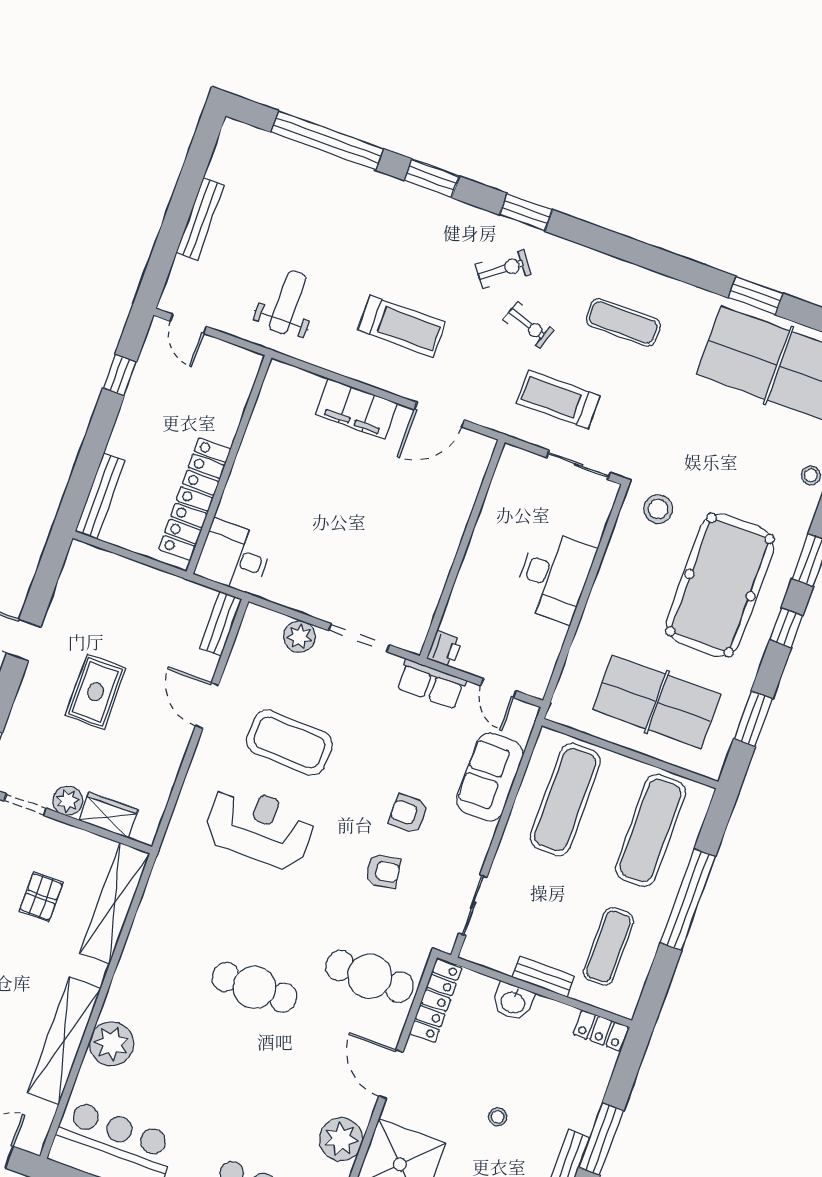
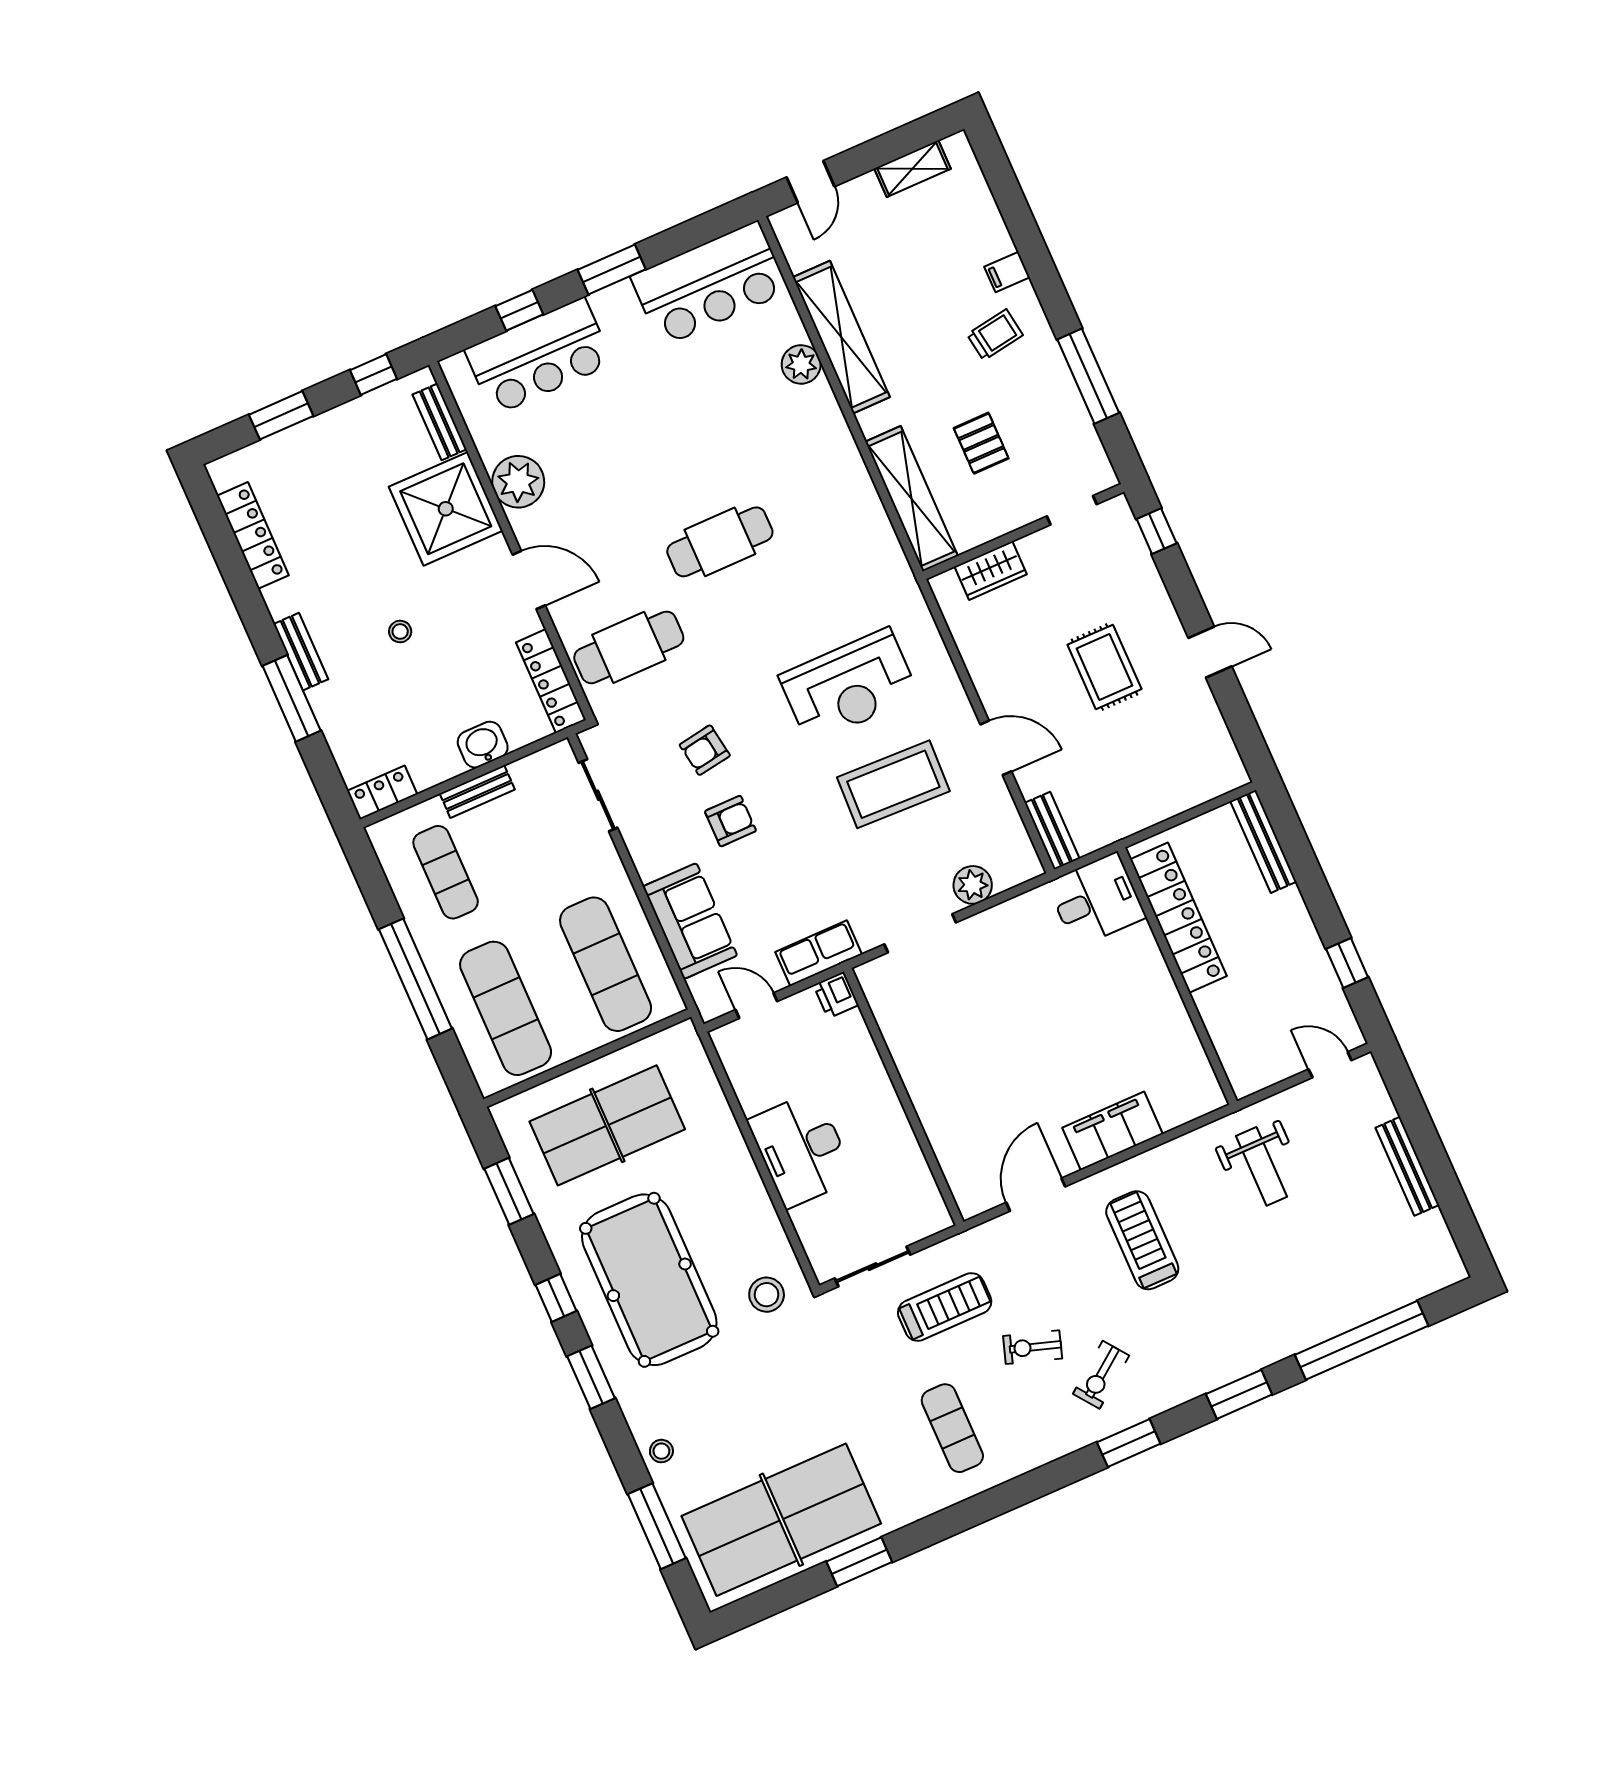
exercise mat: (623, 322) -> (952, 1428), turned 90
treadmill: (401, 326) -> (1142, 1240), turned 90
plant: (68, 801) -> (1038, 549), removed
plant: (112, 1044) -> (801, 364), width x0.73, depth x0.73

